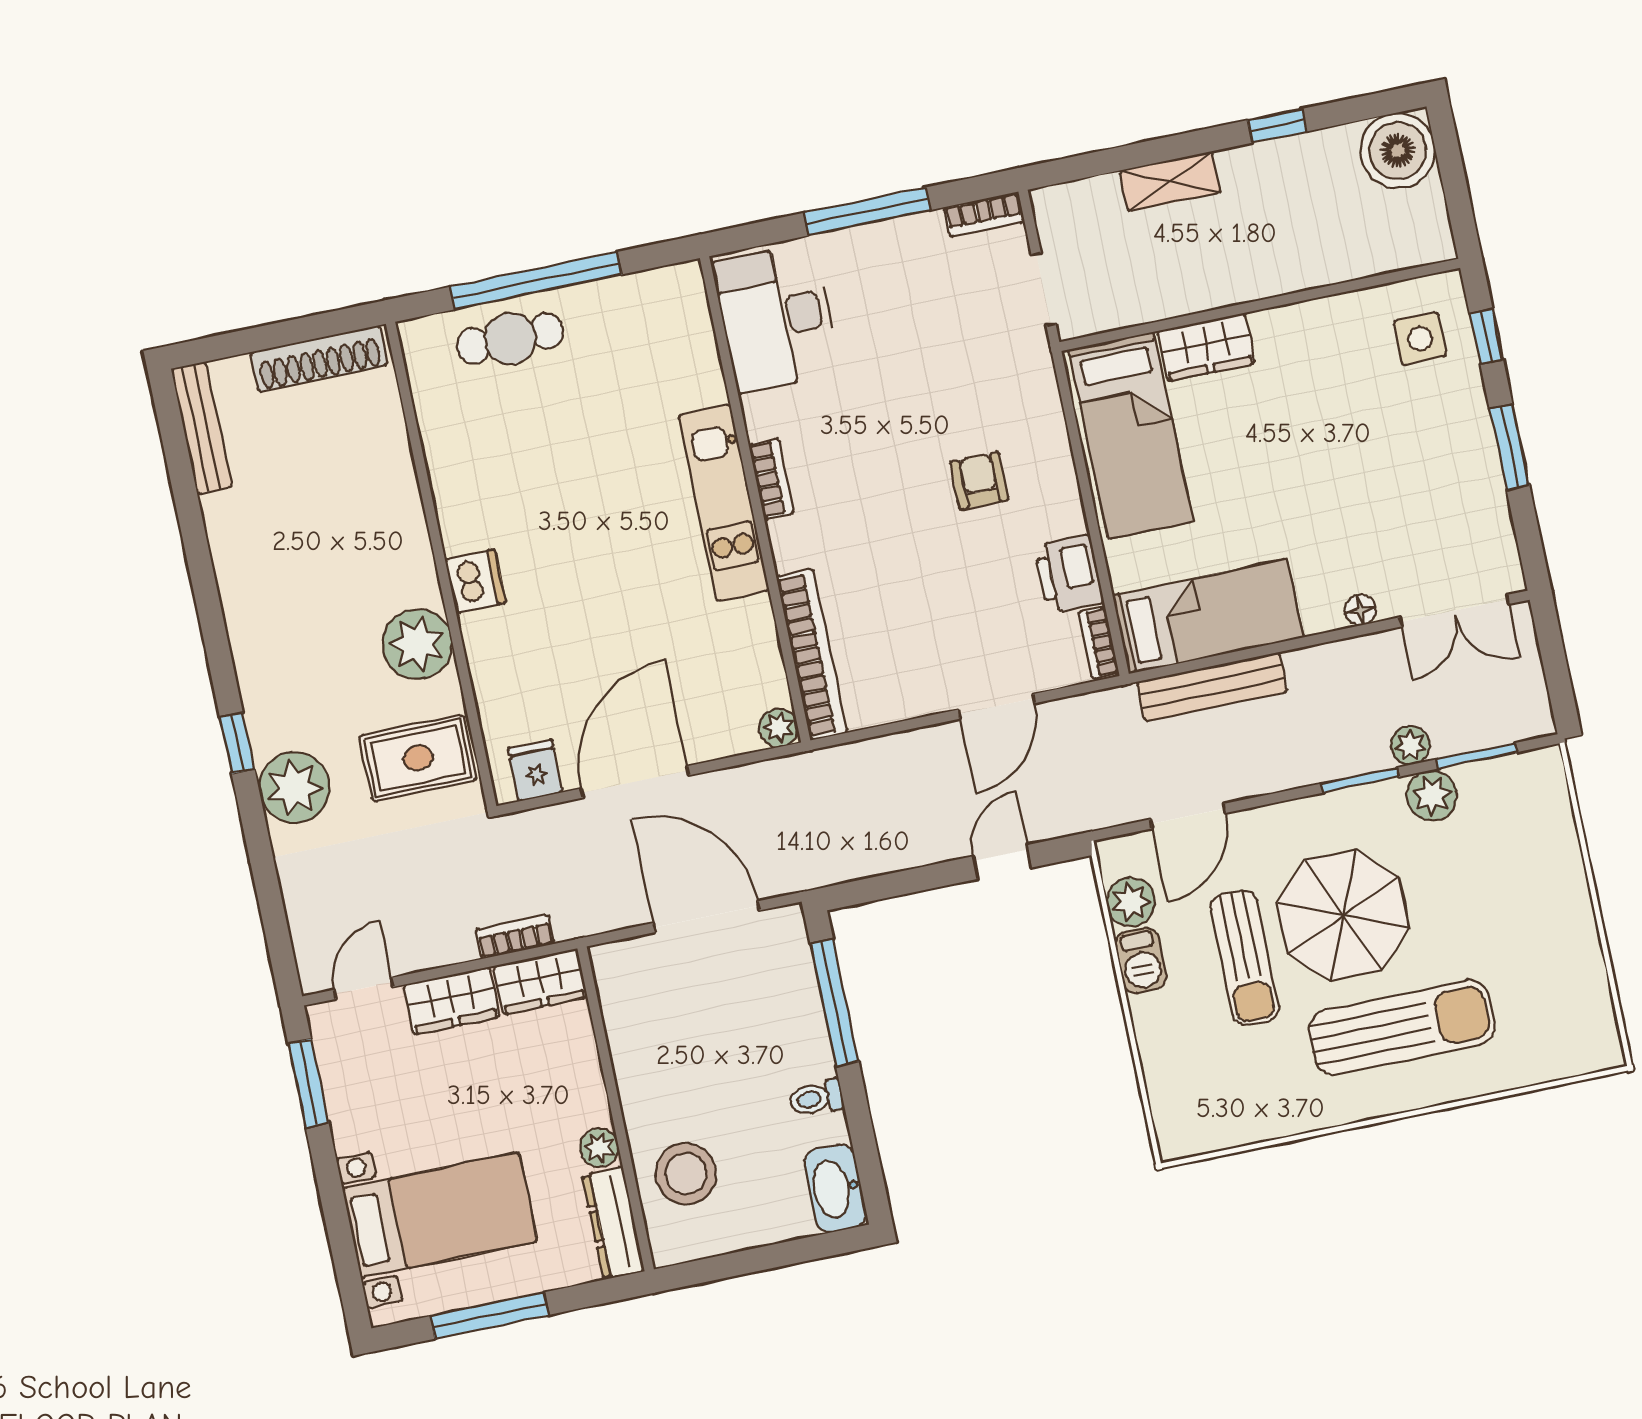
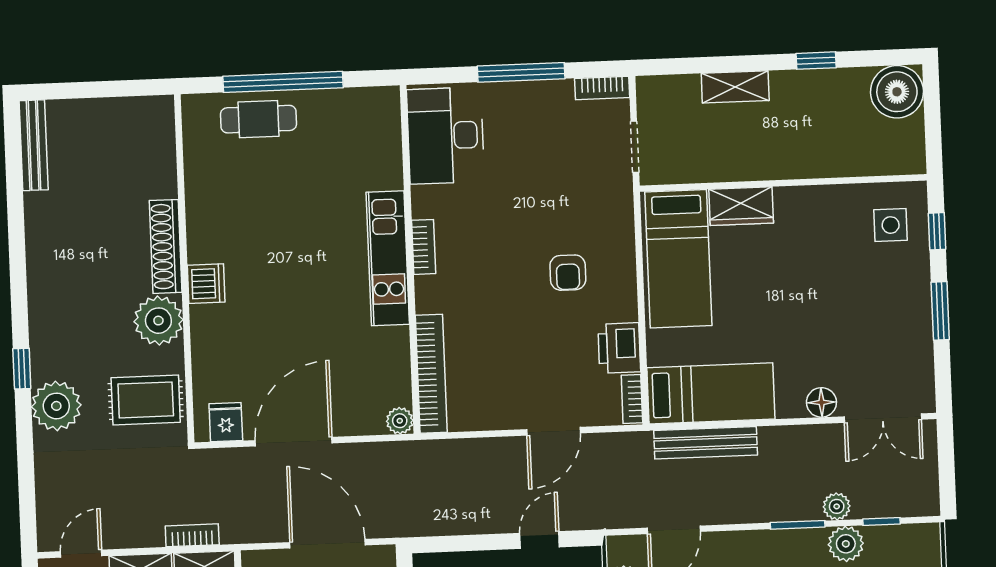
shoe rack: (319, 359) -> (166, 246), moved, turned 90
armchair: (979, 481) -> (568, 273), turned 180
floor lamp: (1360, 610) -> (821, 402), width x1.37, depth x1.37
window: (1477, 756) -> (881, 521), width x0.67

